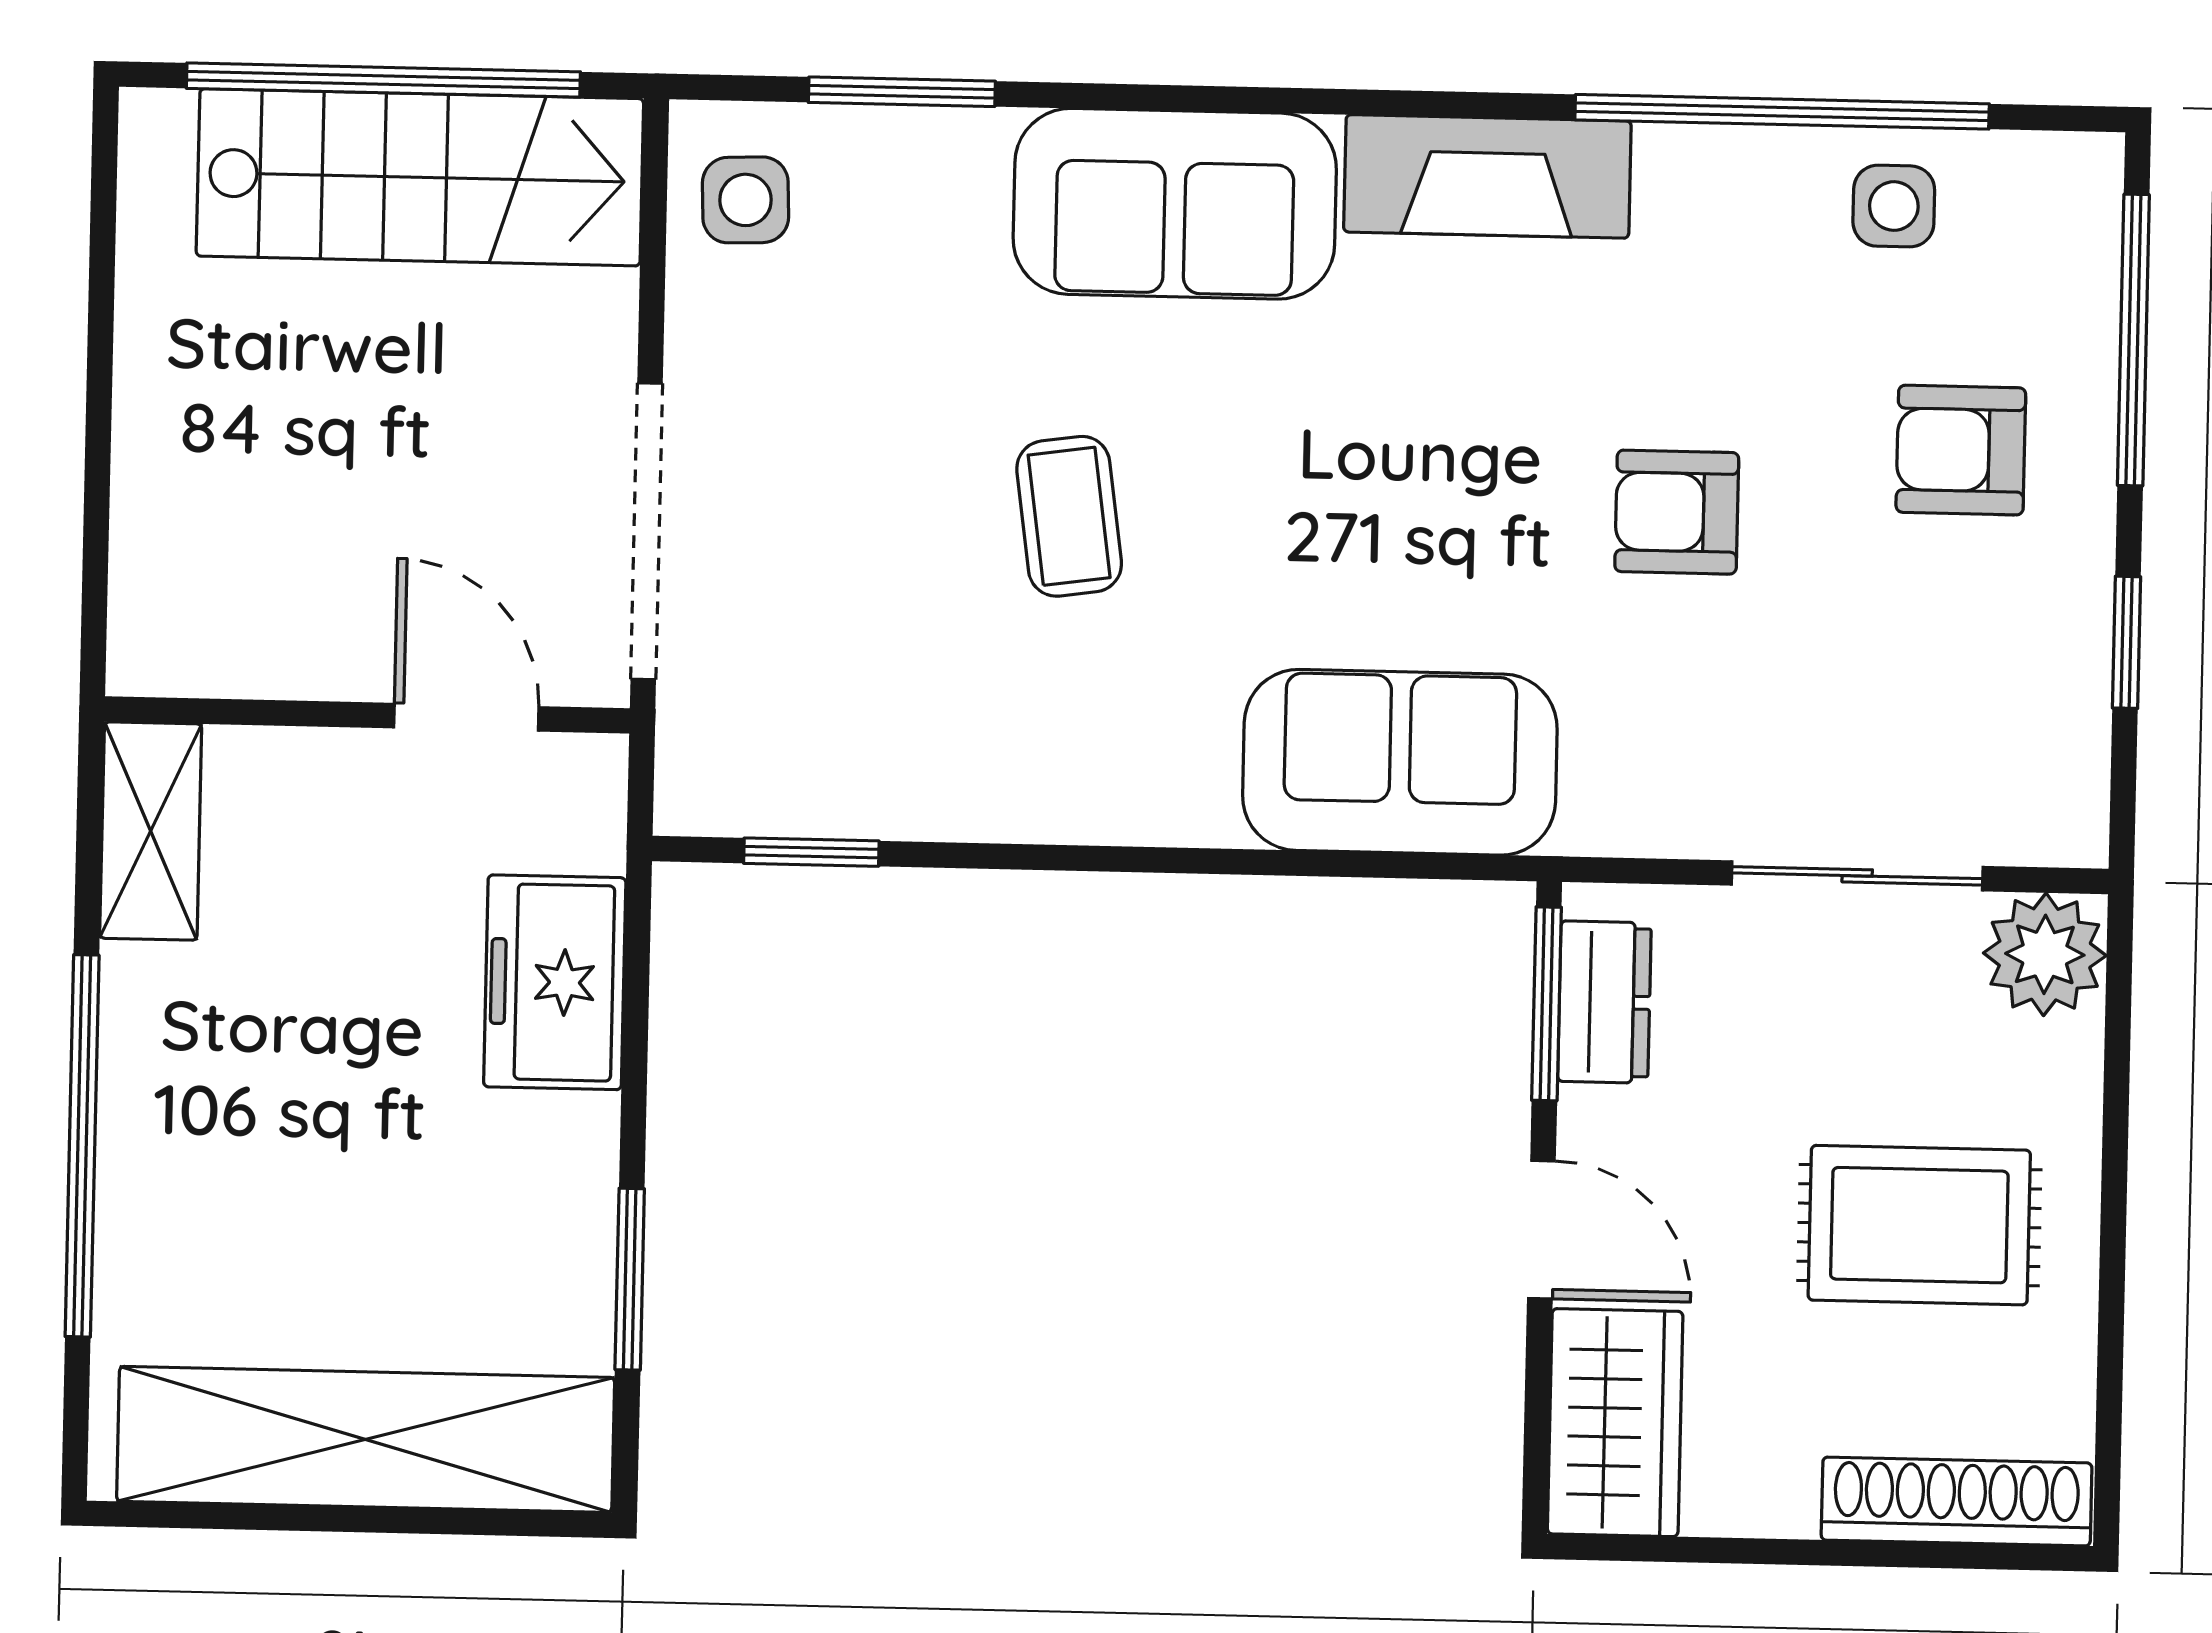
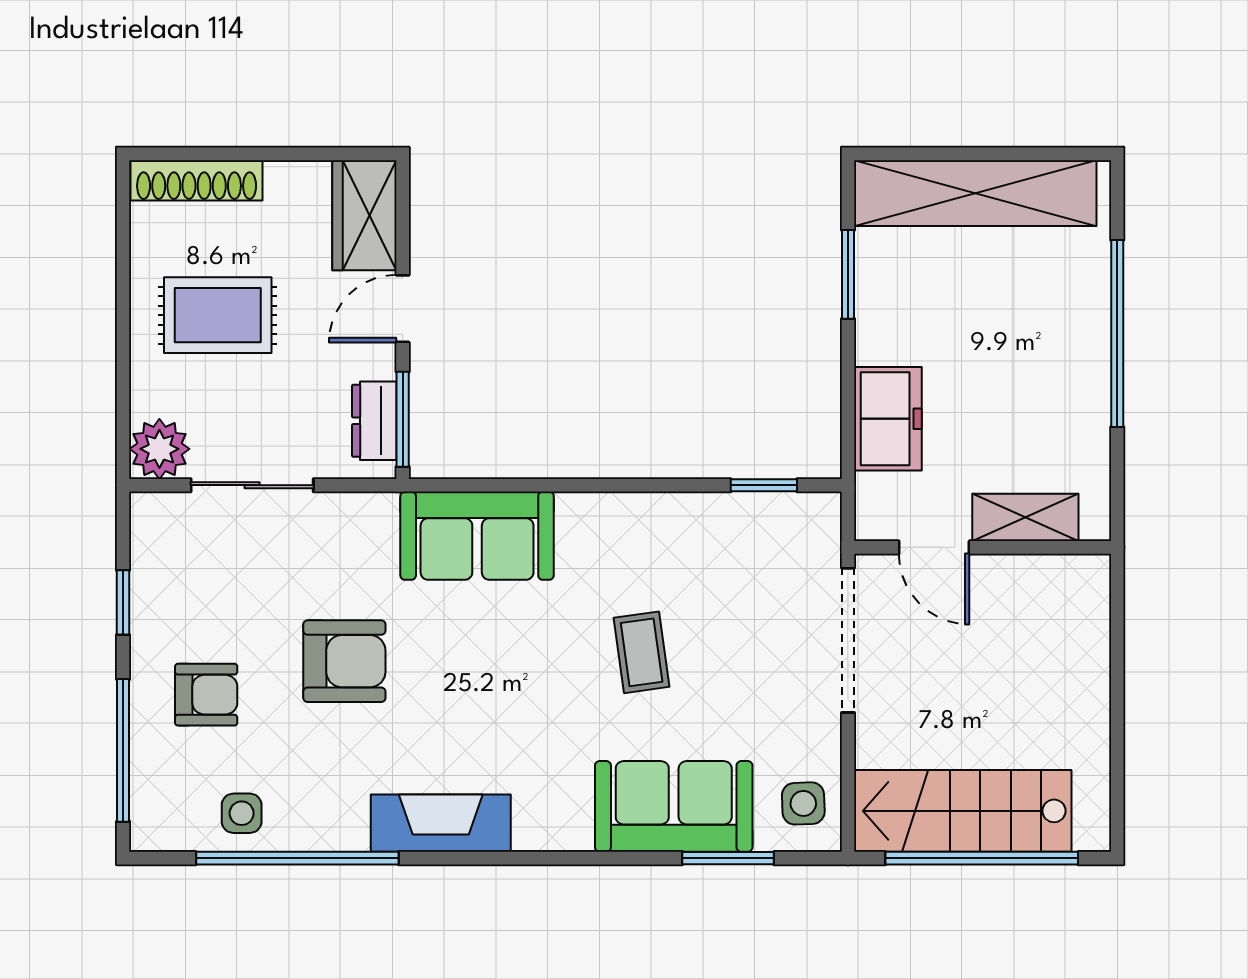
sofa: (1175, 204) -> (674, 806), moved
armchair: (1677, 512) -> (344, 661), width x1.38, depth x1.38
shelving: (151, 831) -> (1025, 517), moved, turned 90
door: (1541, 1230) -> (403, 309), hinge flipped

